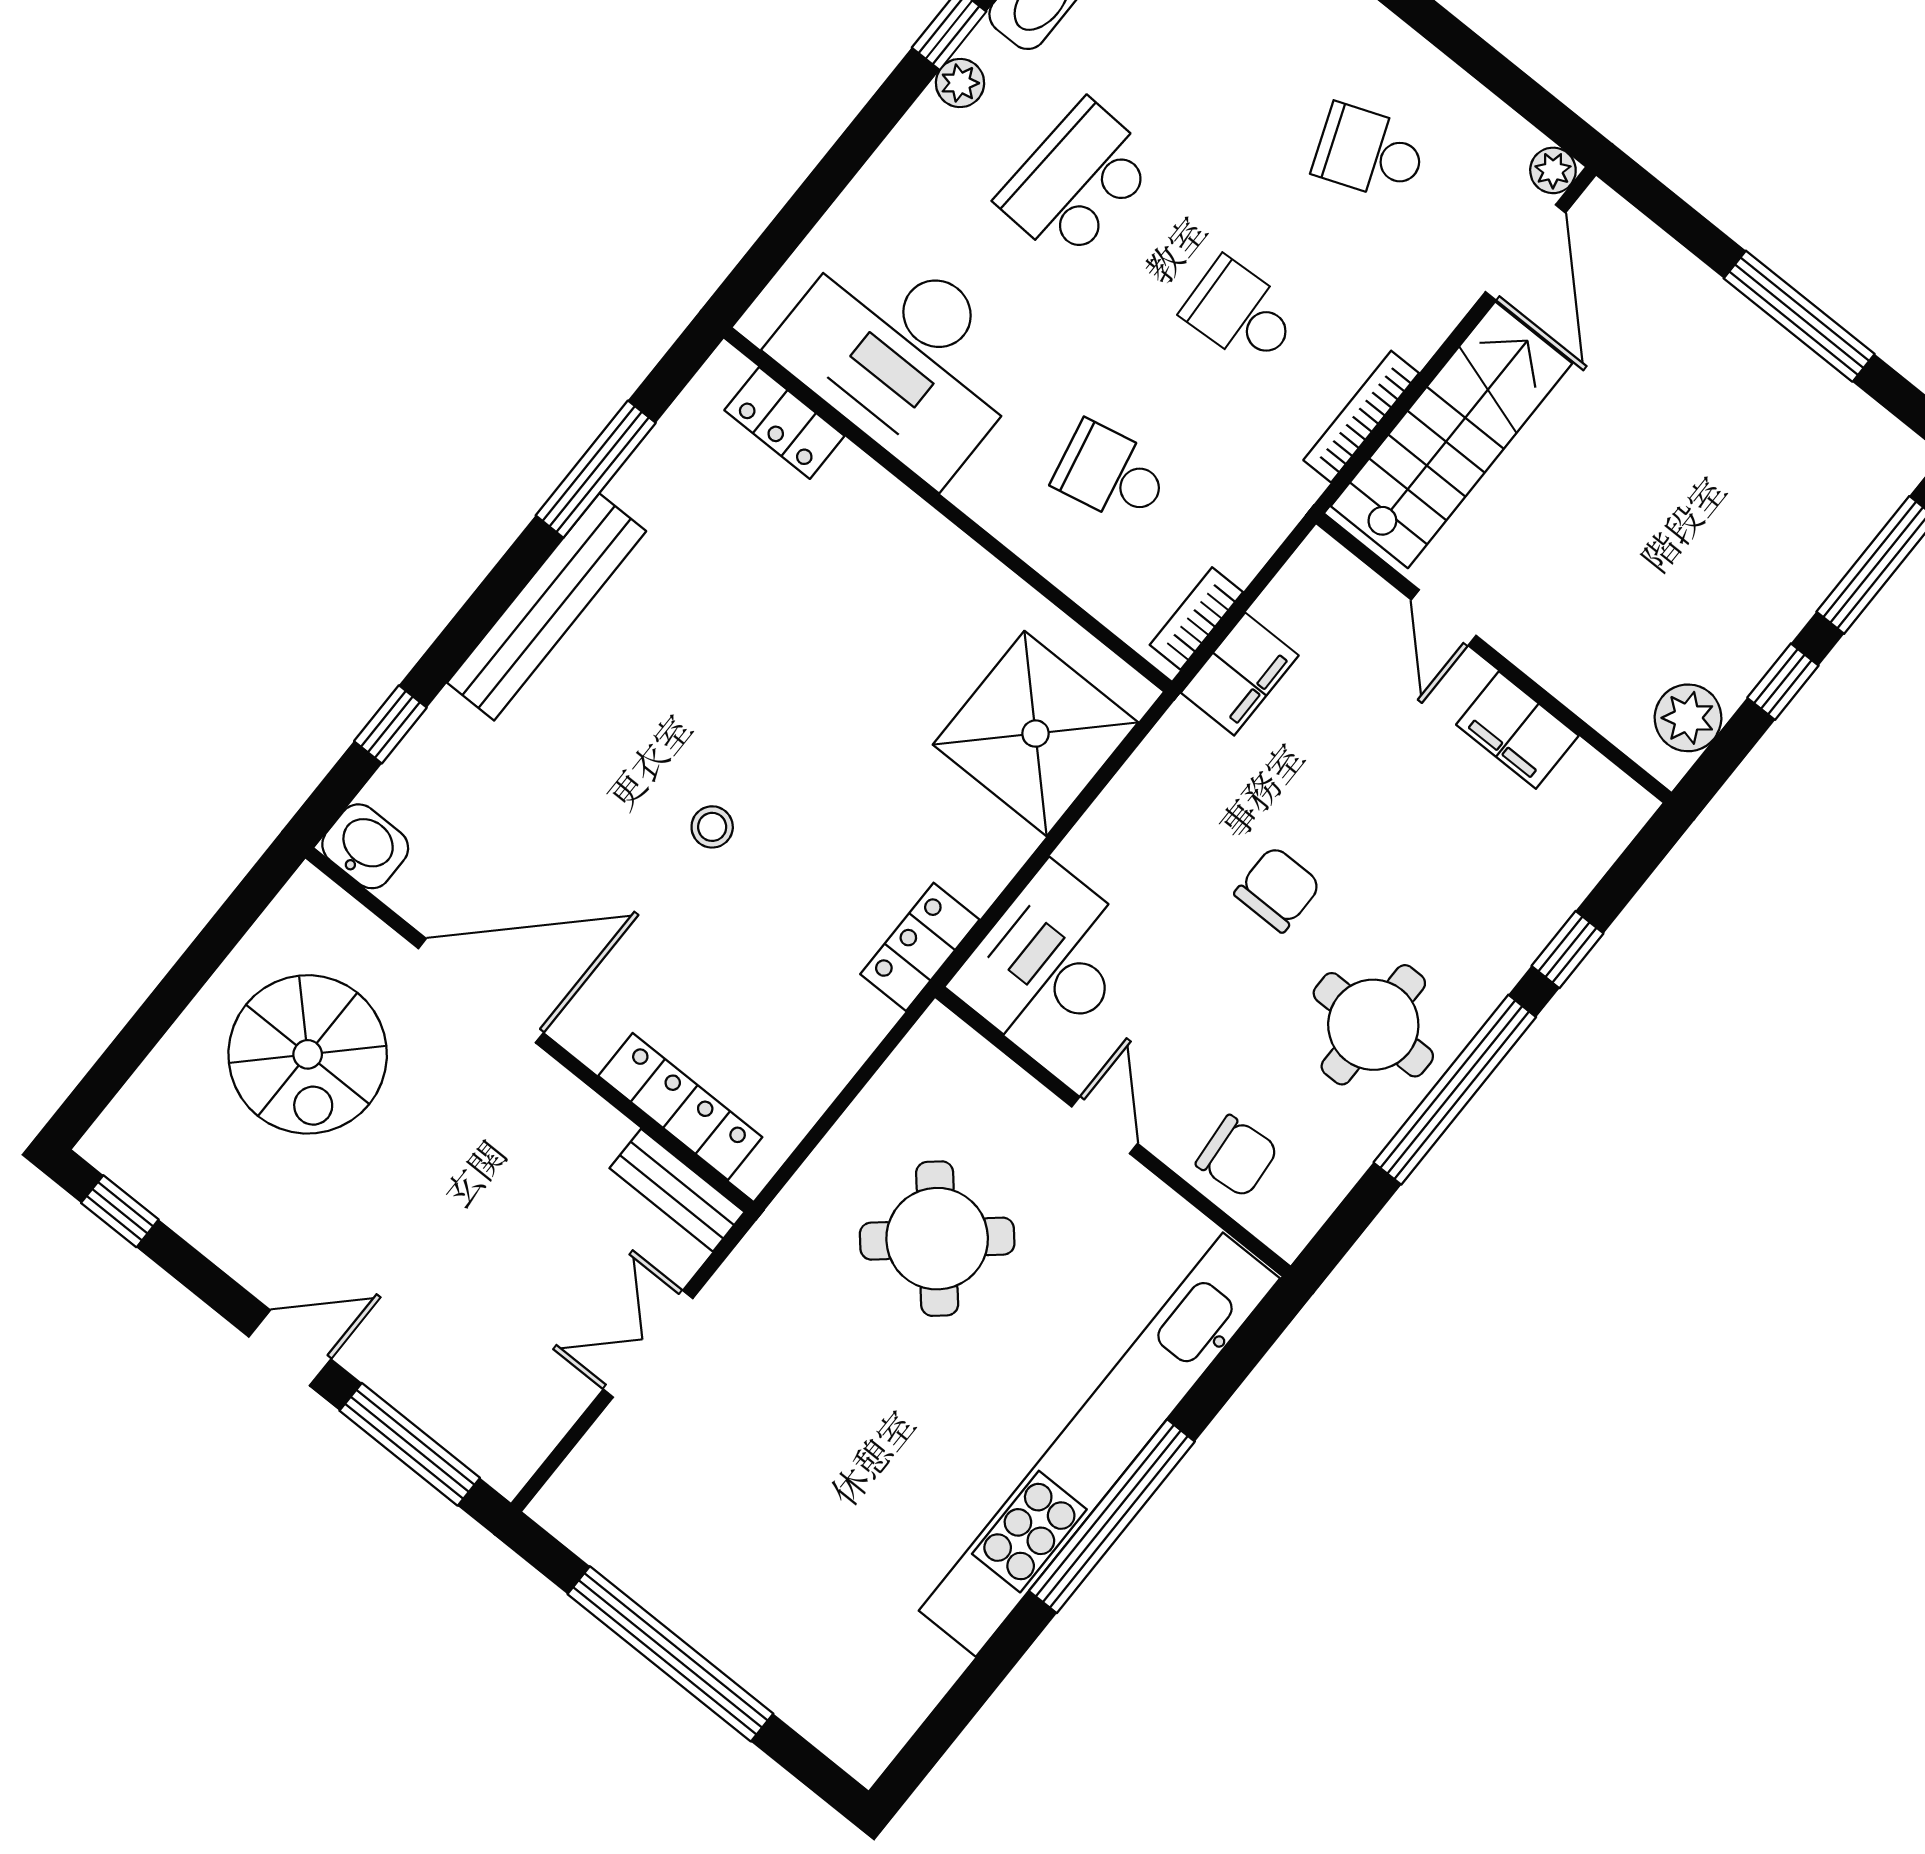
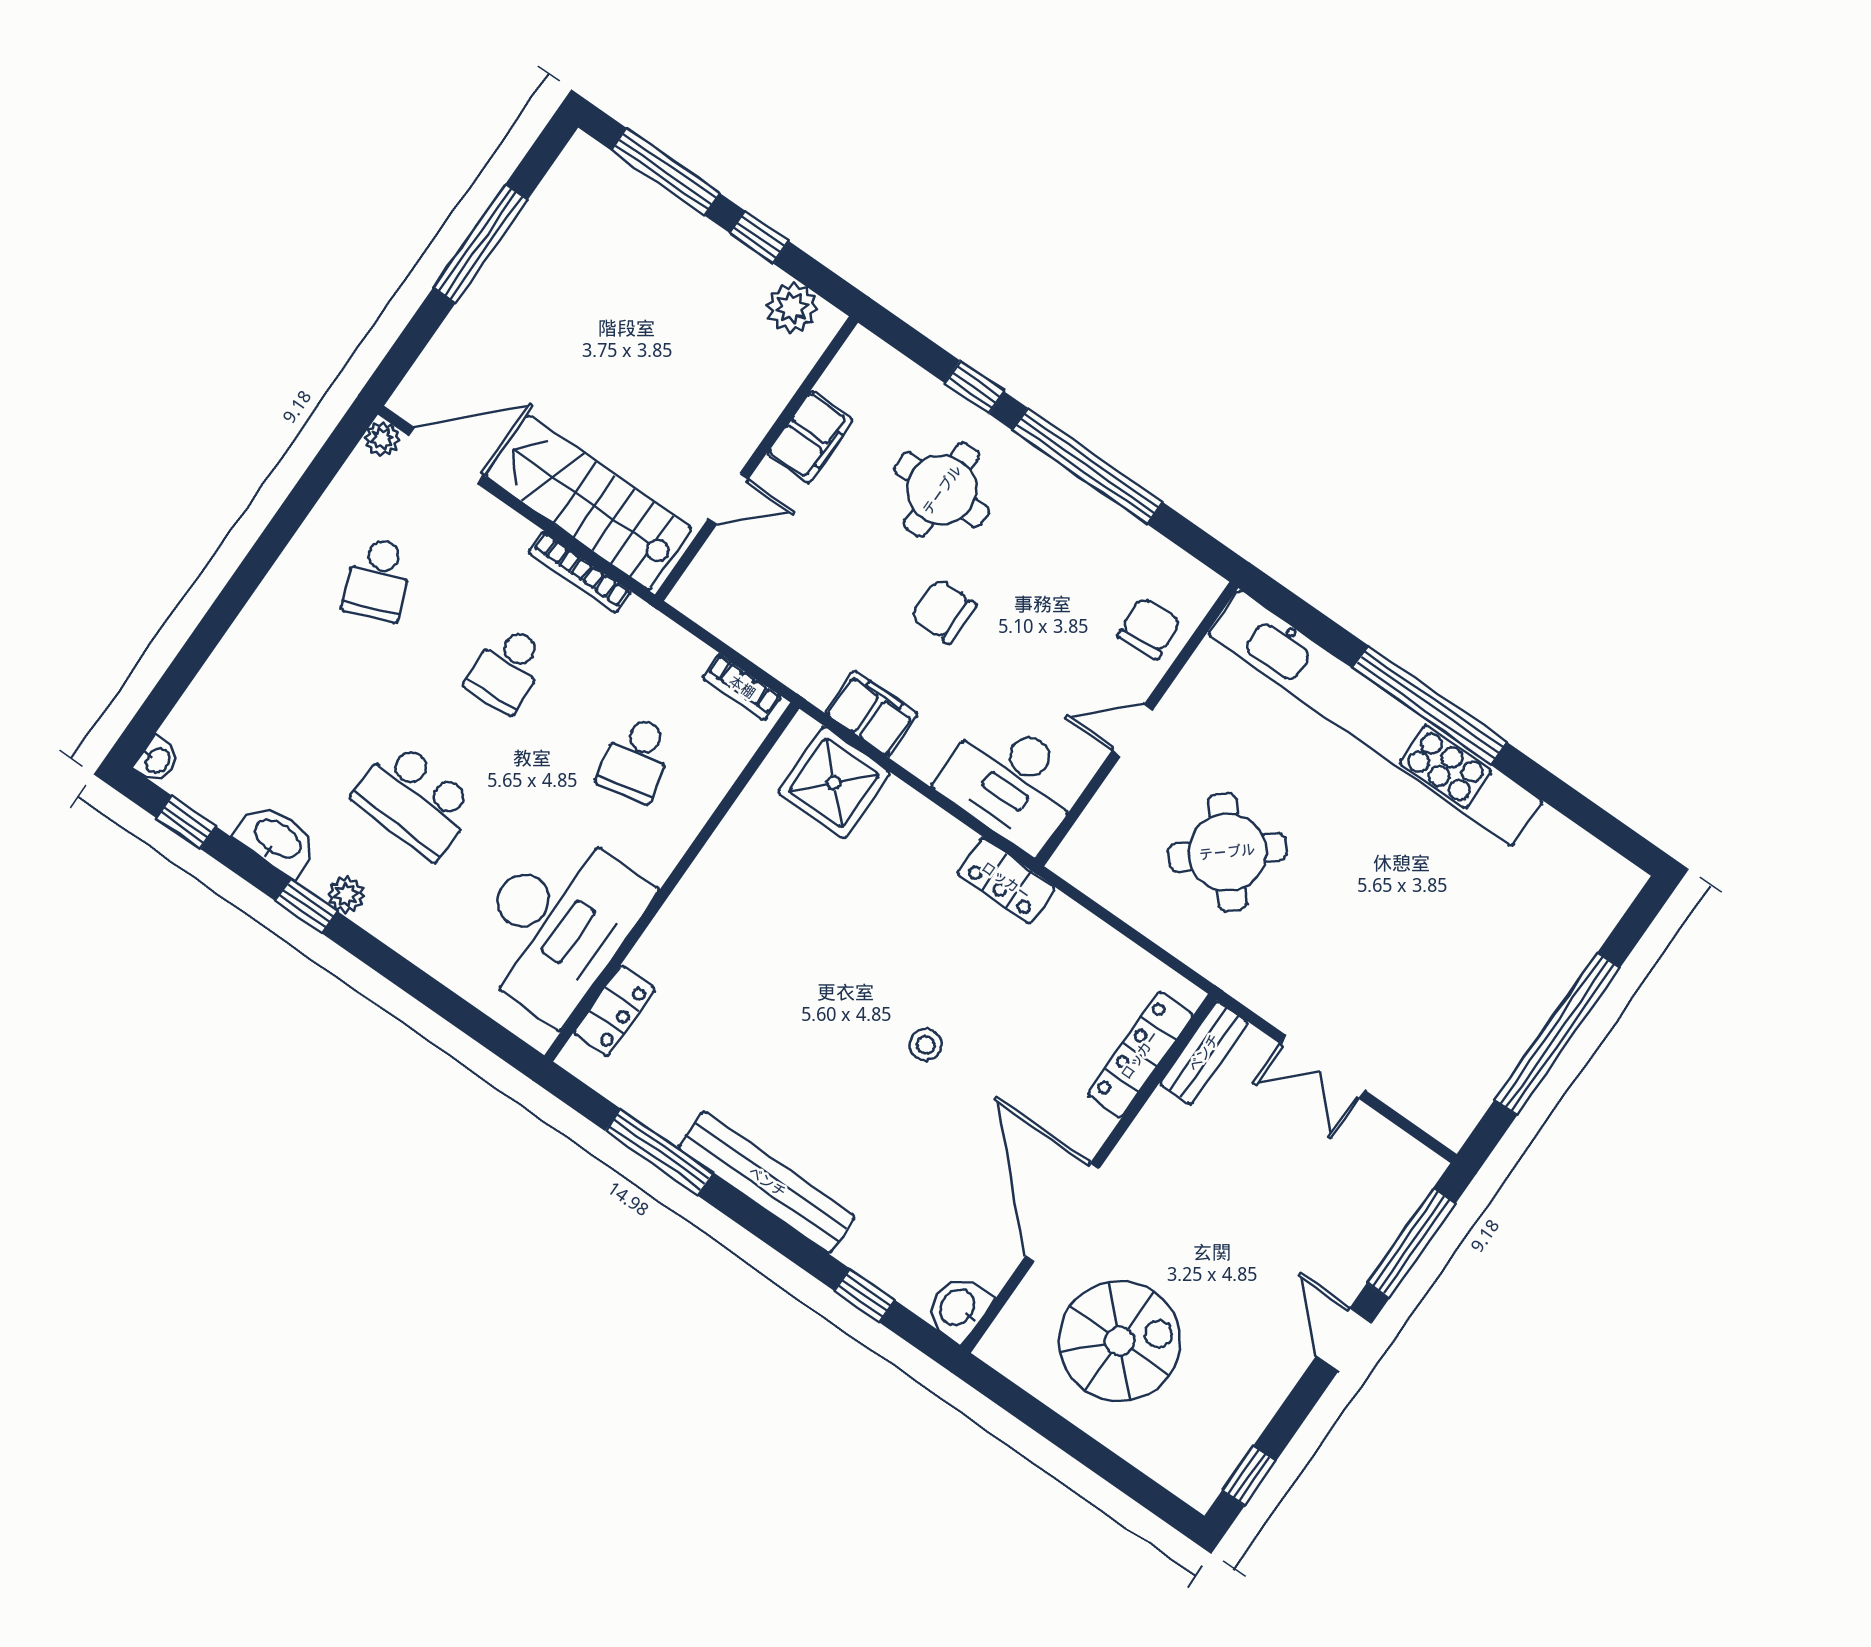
filing cabinet: (1240, 674) -> (871, 714), moved
shower: (1035, 734) -> (834, 783), width x0.73, depth x0.73
round table: (1373, 1025) -> (942, 490), moved

